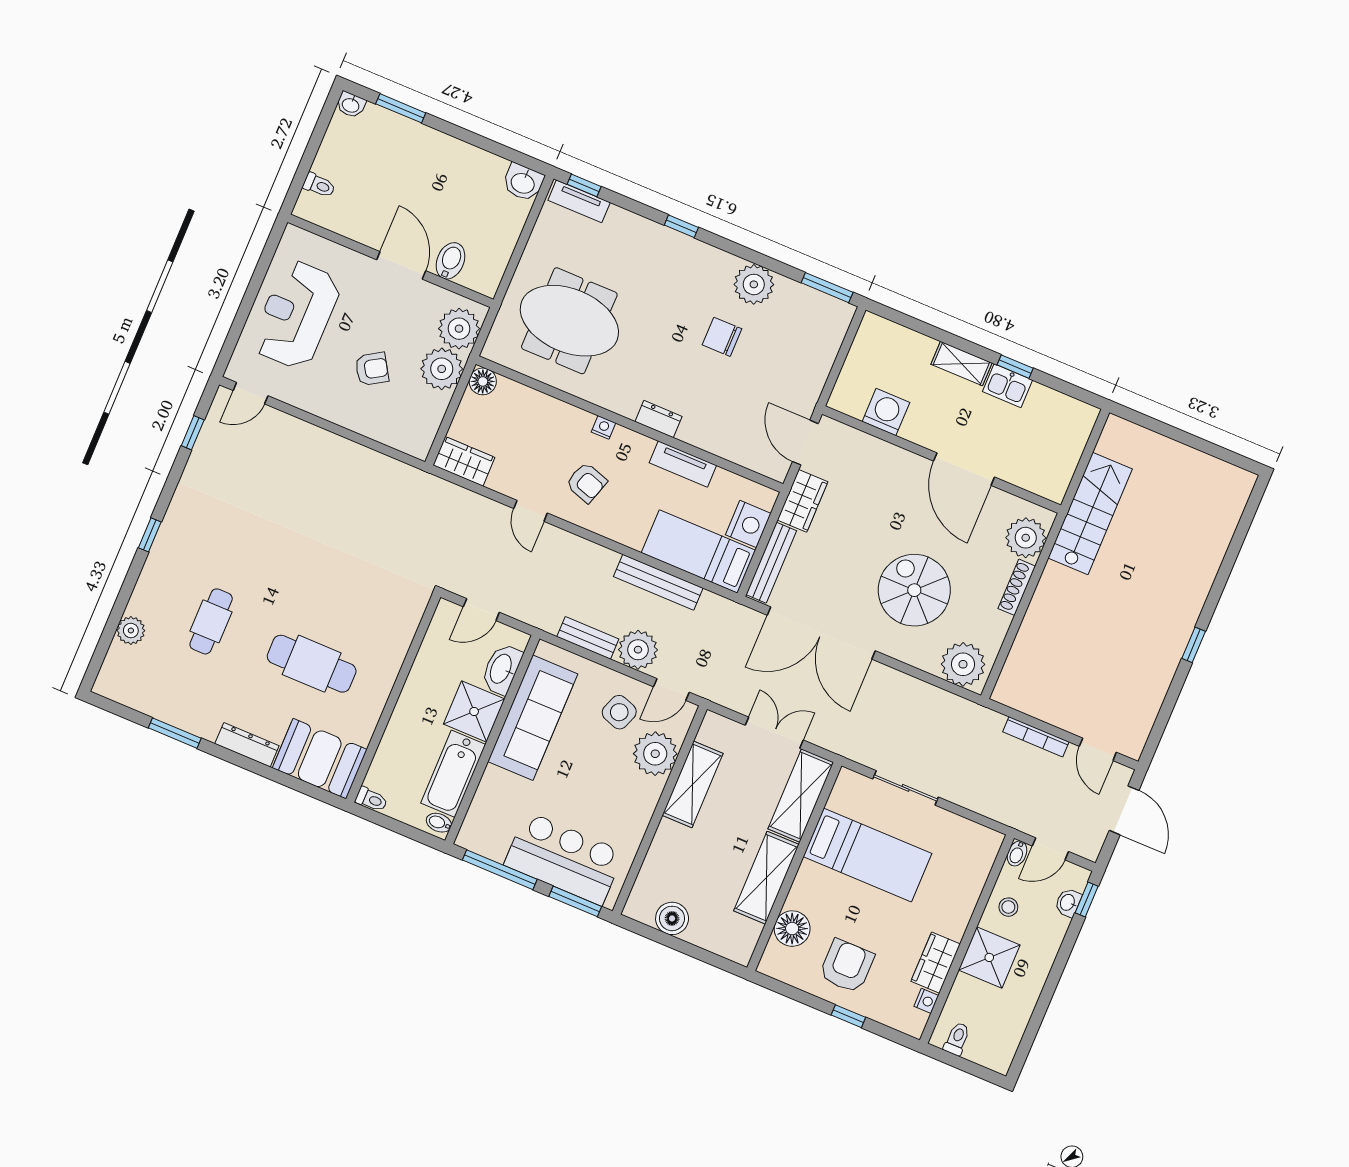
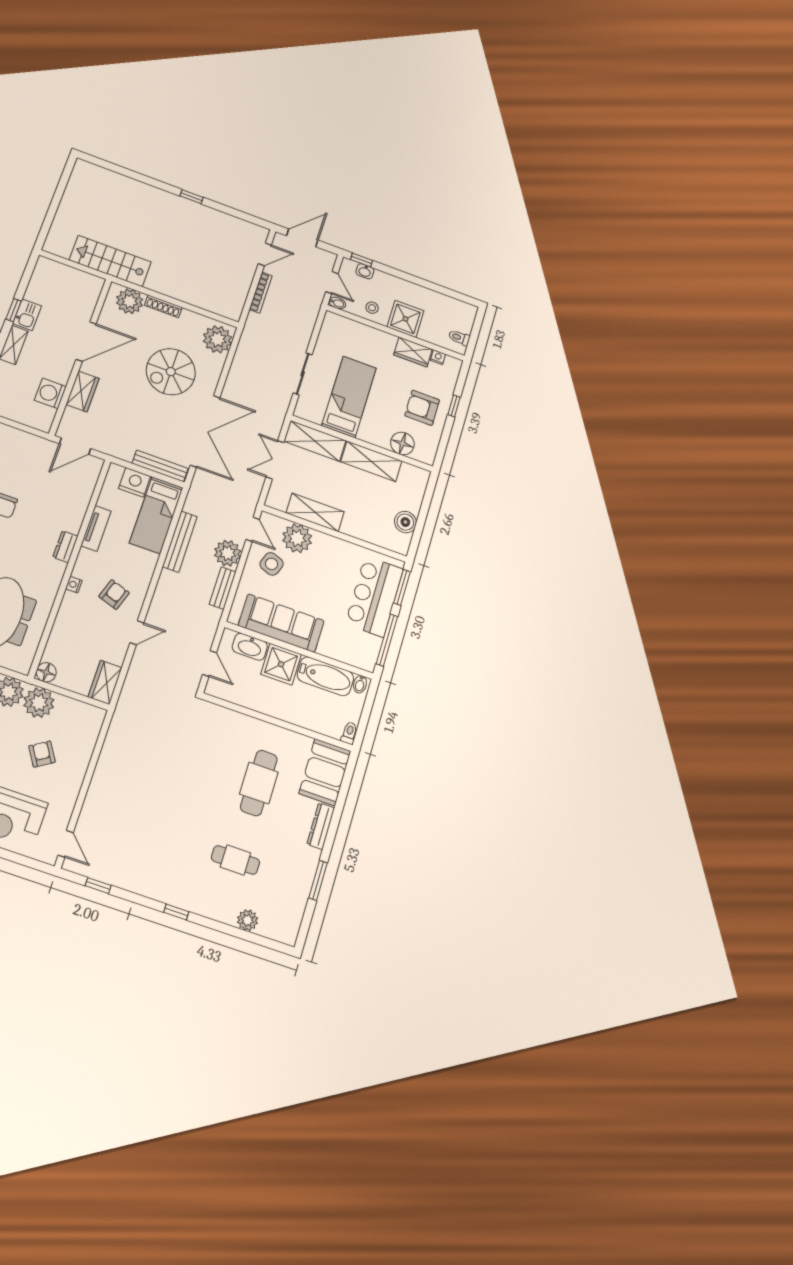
wardrobe: (803, 501) -> (83, 391), moved, turned 90

